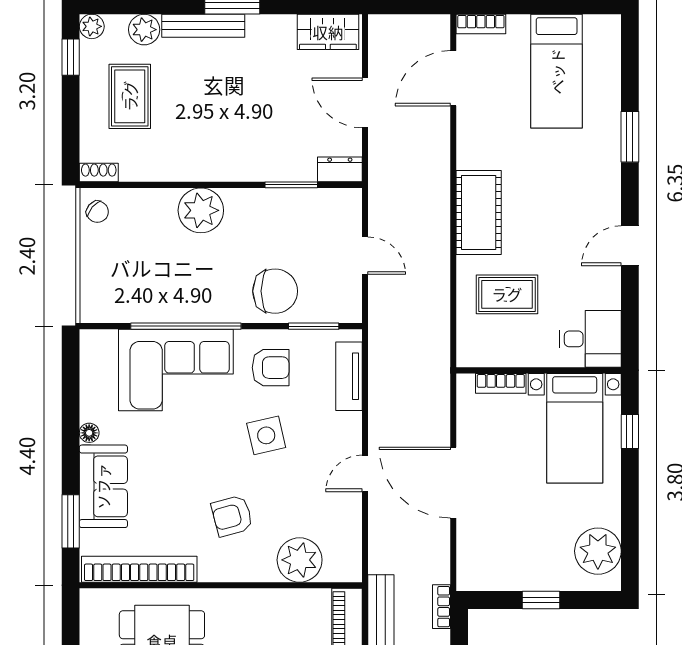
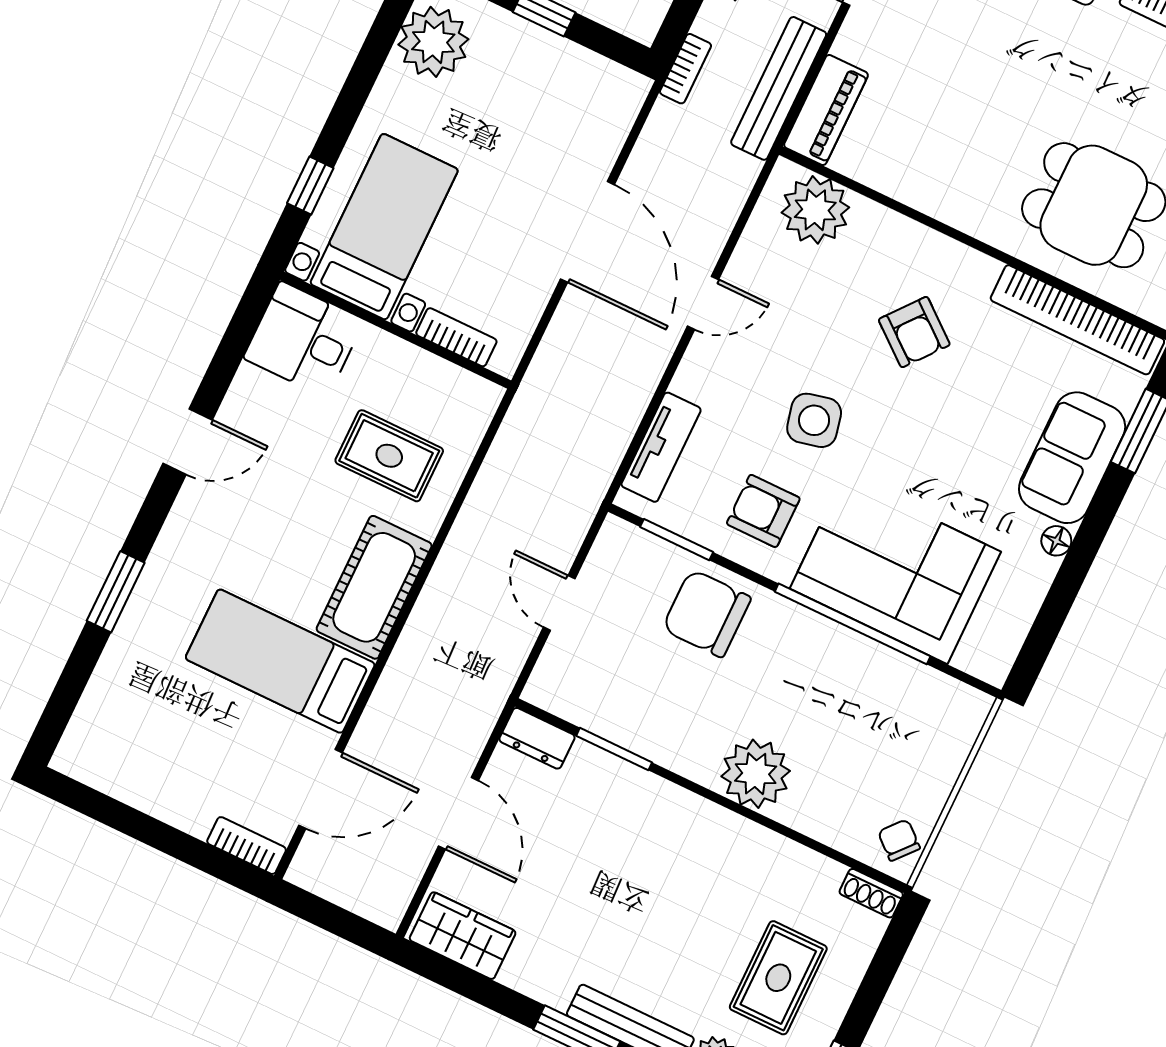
bed: (557, 71) -> (280, 661), moved, turned -90
armchair: (232, 516) -> (914, 332), turned 54
plant: (300, 560) -> (815, 210), moved

